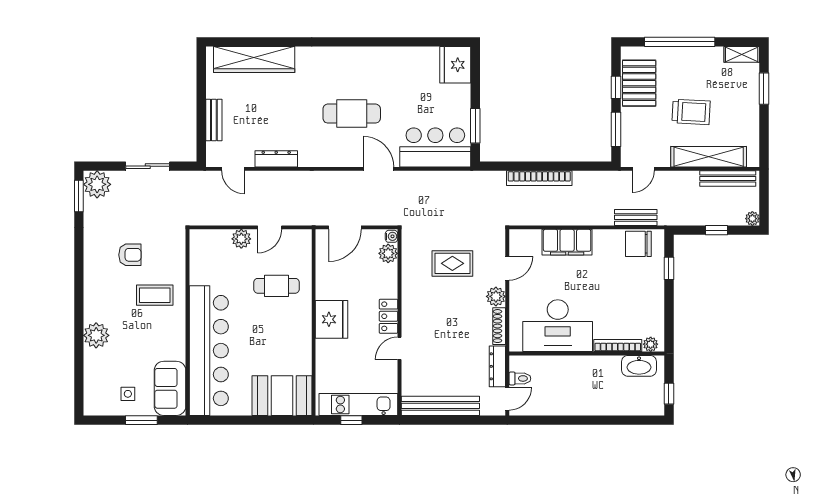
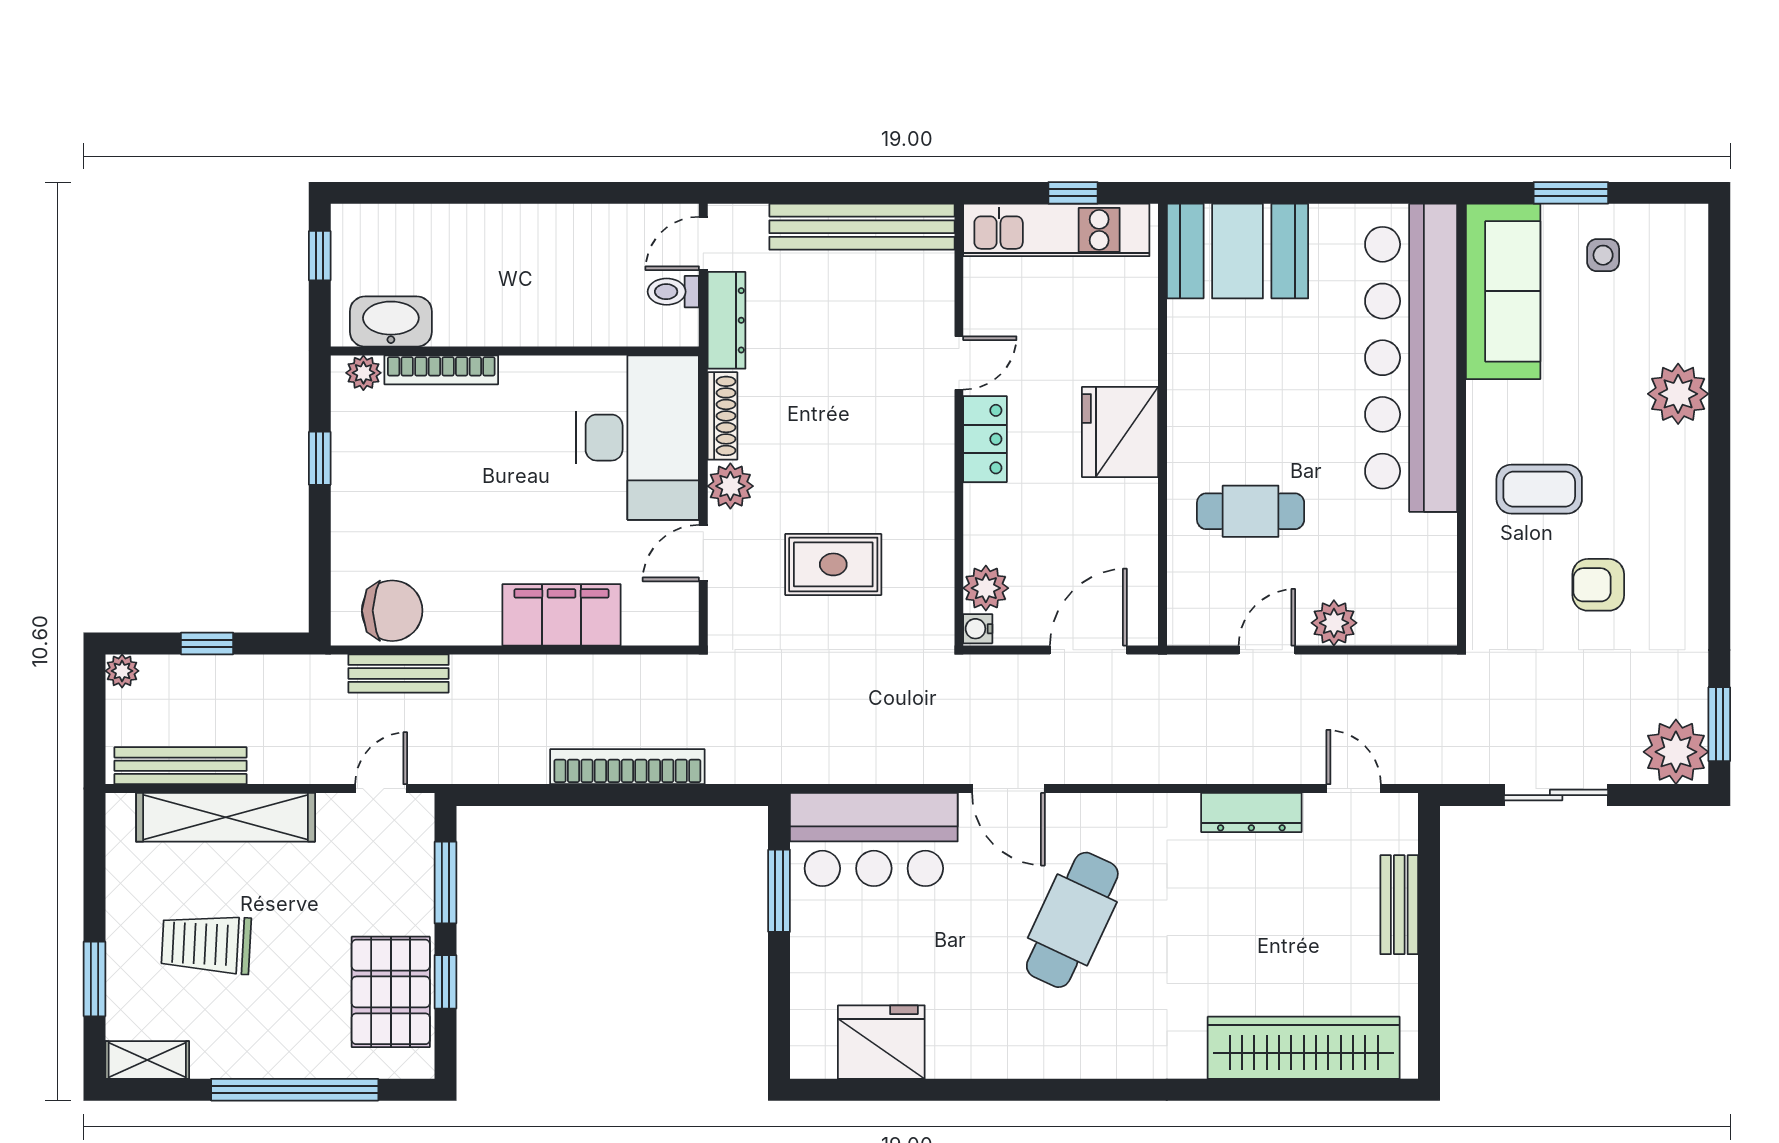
fridge: (455, 65) -> (881, 1042), moved, turned -90
trolley: (691, 112) -> (206, 944), moved
cafe table: (352, 114) -> (1072, 920), turned -65
window: (669, 268) -> (320, 458), moved
desk: (558, 326) -> (637, 438), moved, turned 90
sofa: (170, 388) -> (1503, 291), width x1.36

